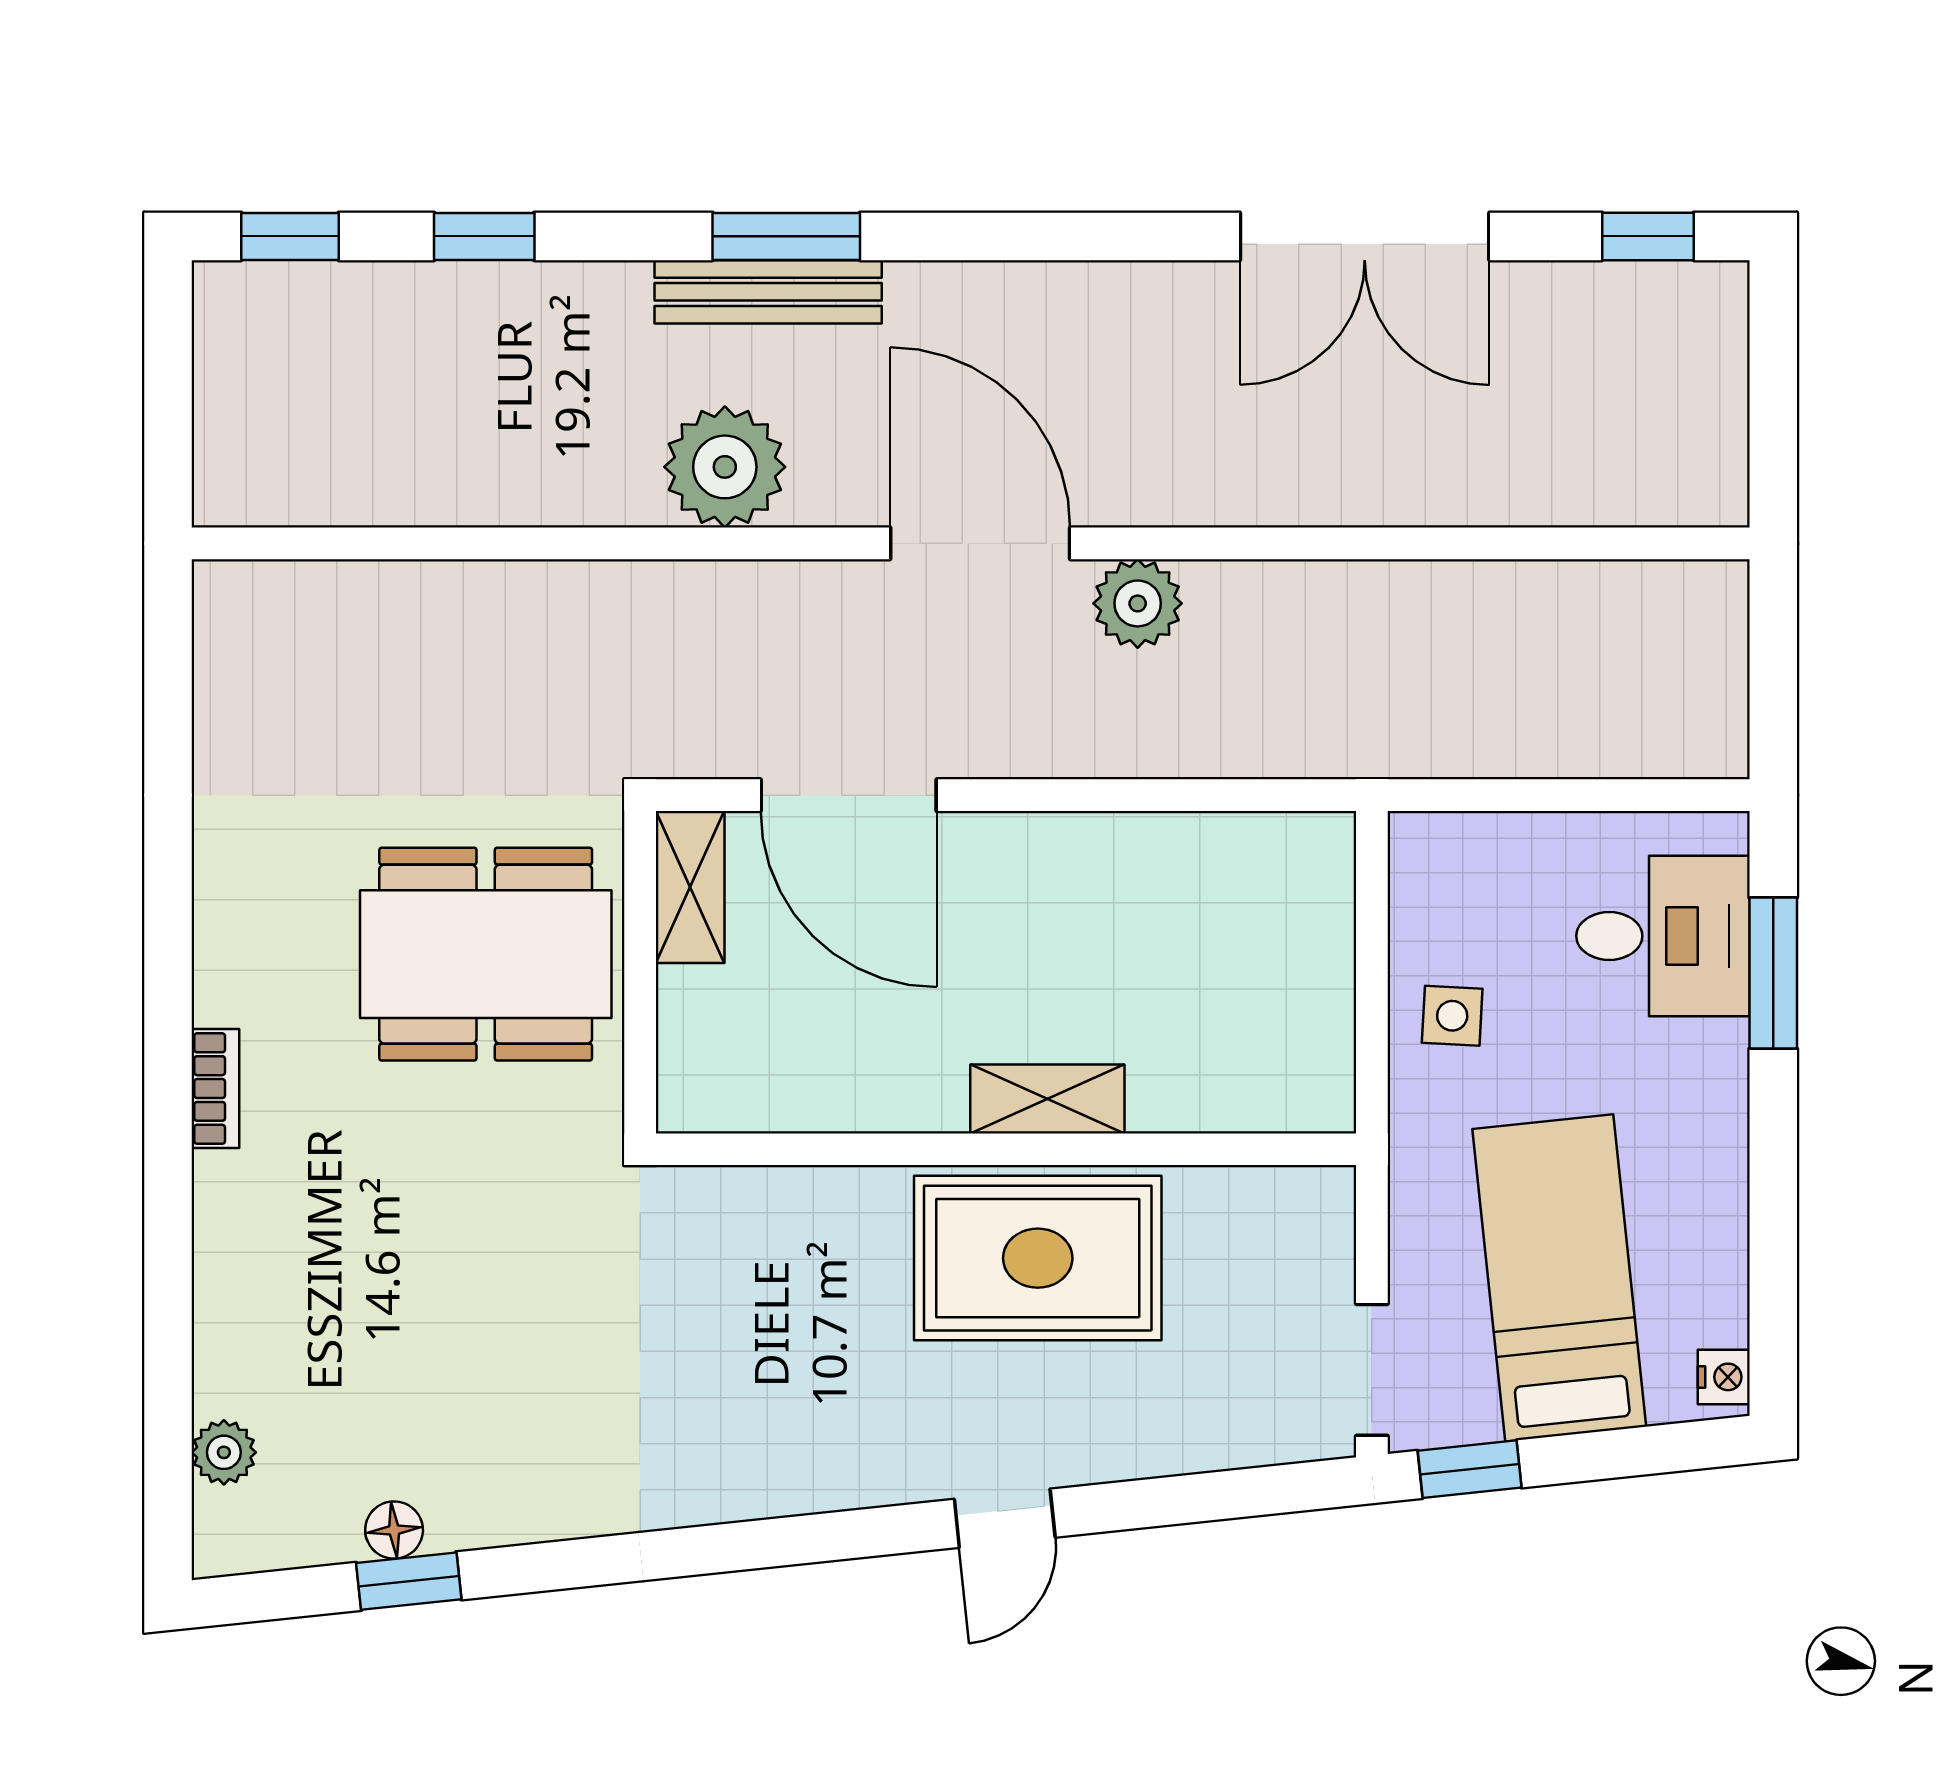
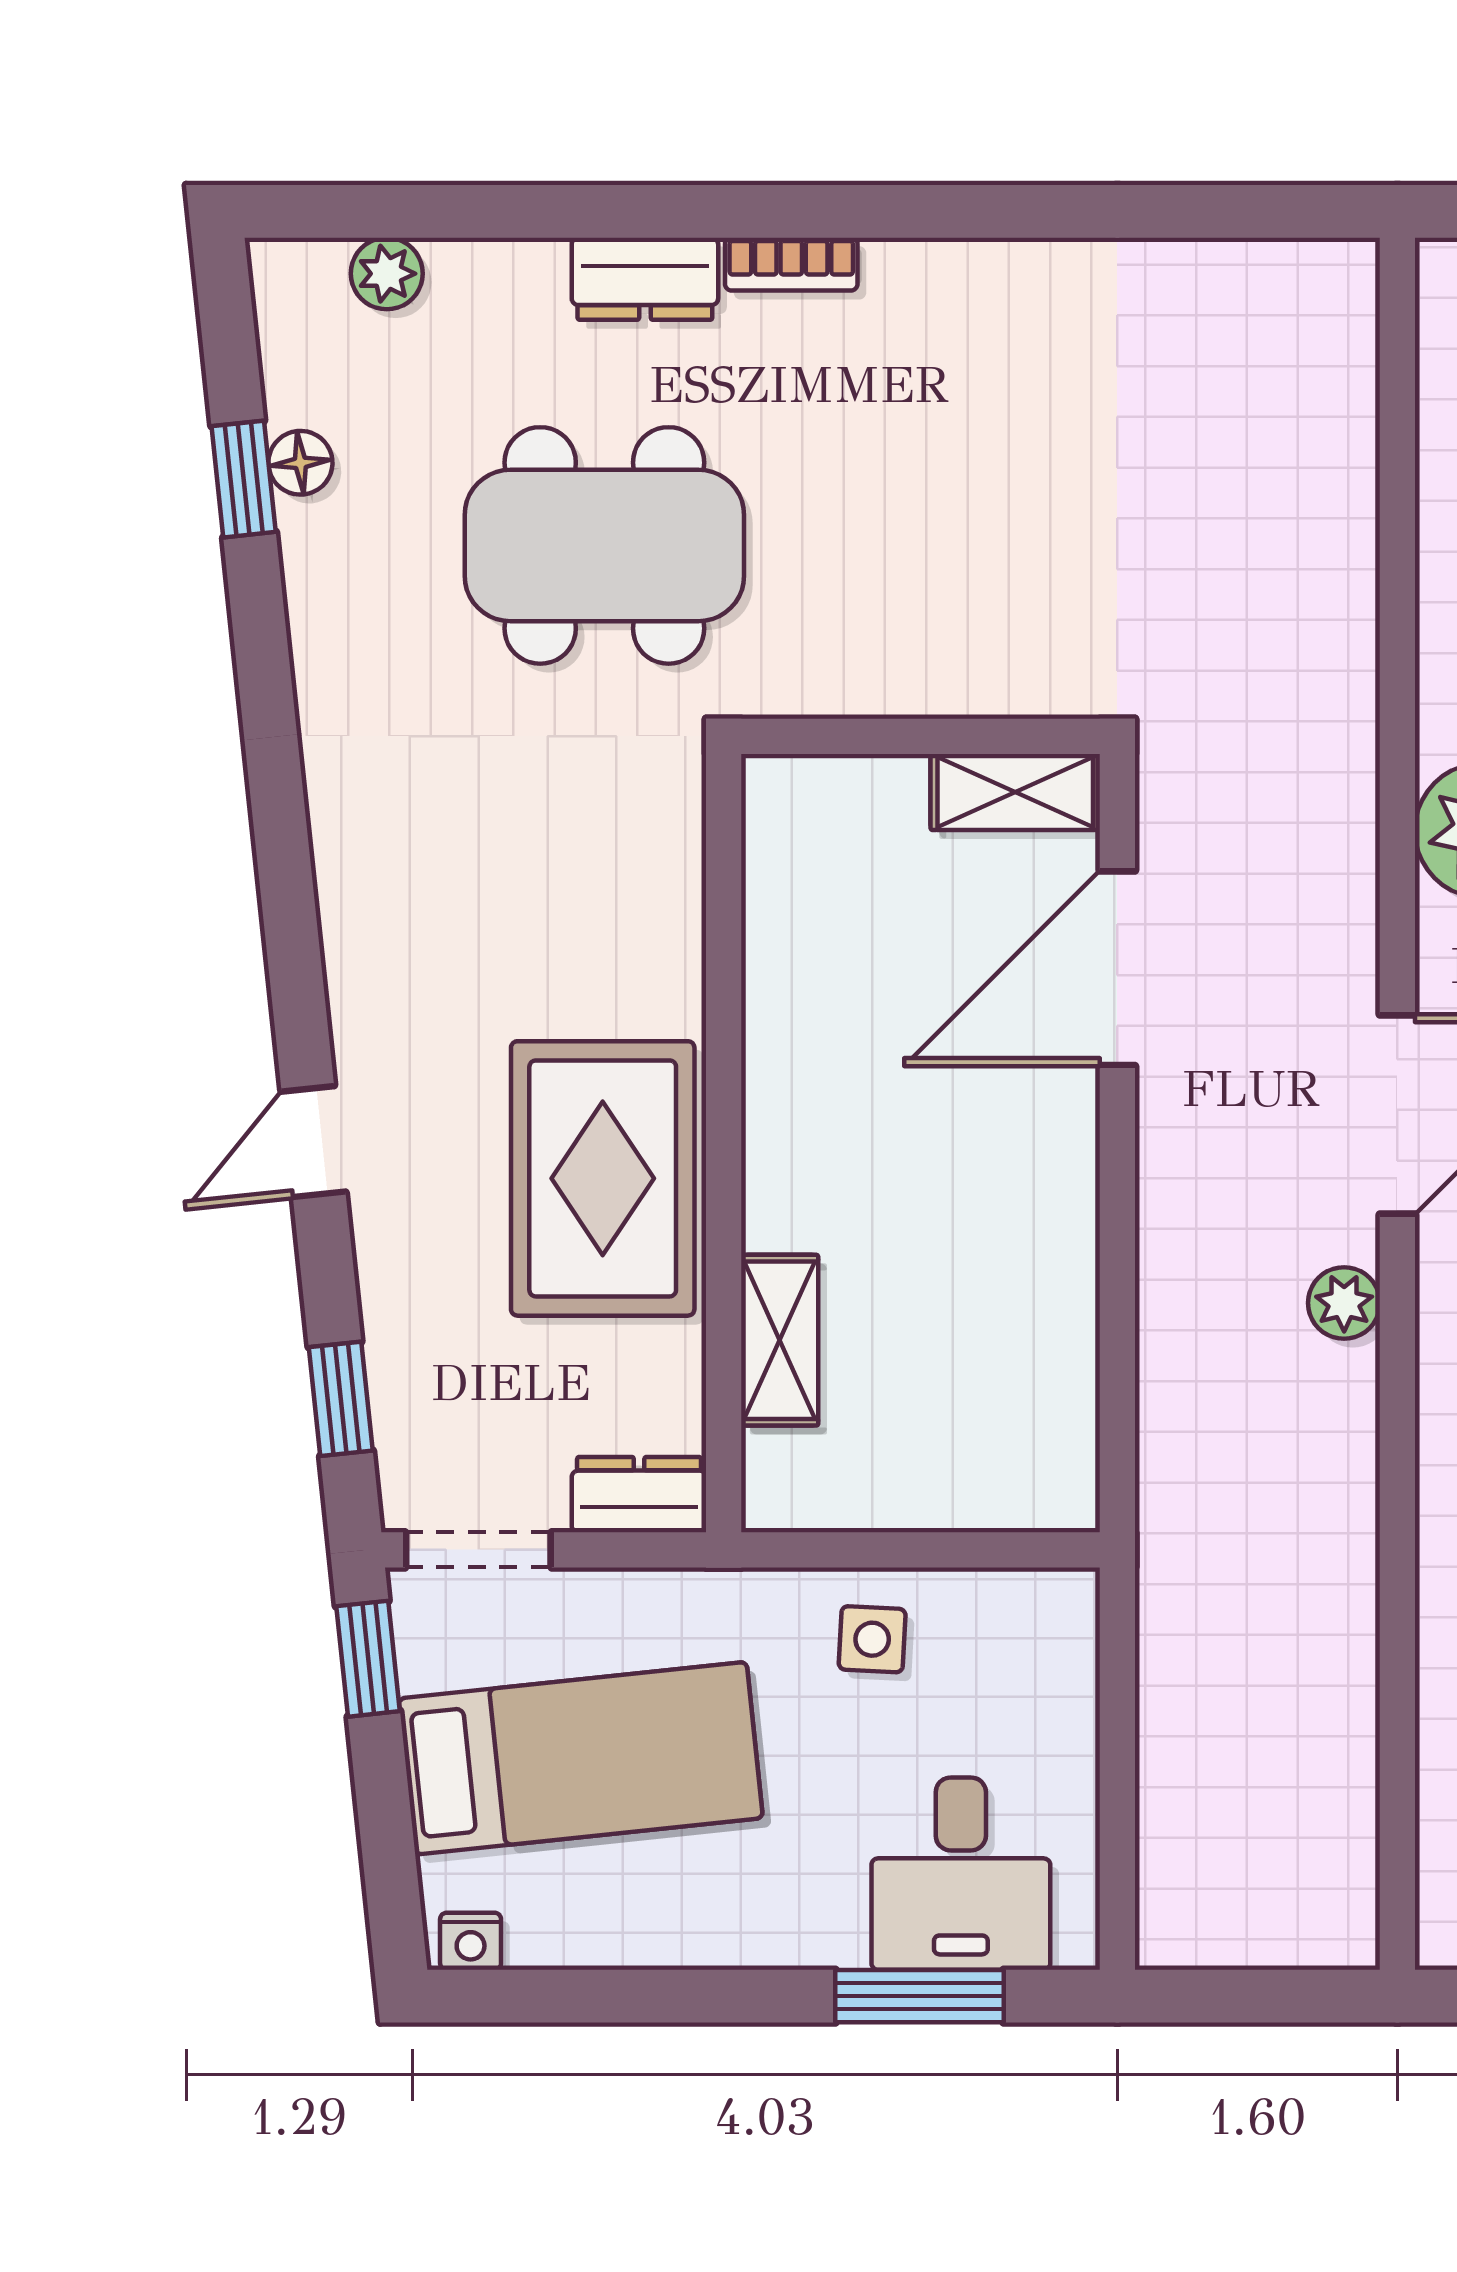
plant: (1138, 603) -> (1344, 1303), width x0.73, depth x0.73
dining table: (486, 954) -> (604, 545), moved, turned 90
shelving: (1047, 1099) -> (780, 1340), moved
dresser: (229, 1220) -> (645, 279), added
dresser: (1322, 1225) -> (639, 1495), added
window: (1236, 1494) -> (341, 1399), added
door: (1005, 1518) -> (314, 1142), hinge flipped

